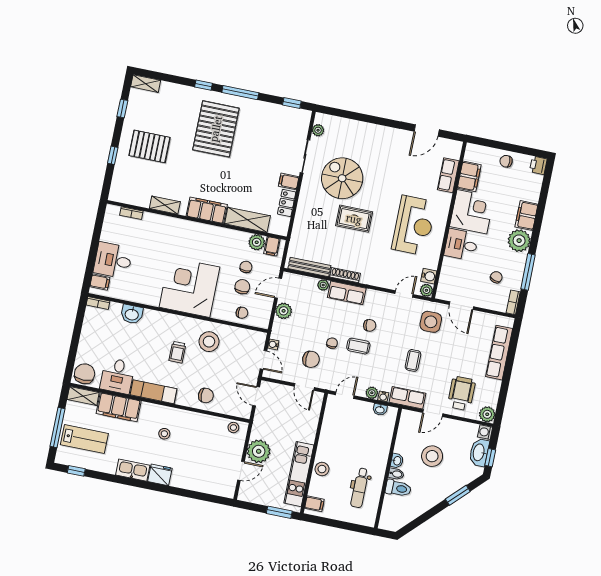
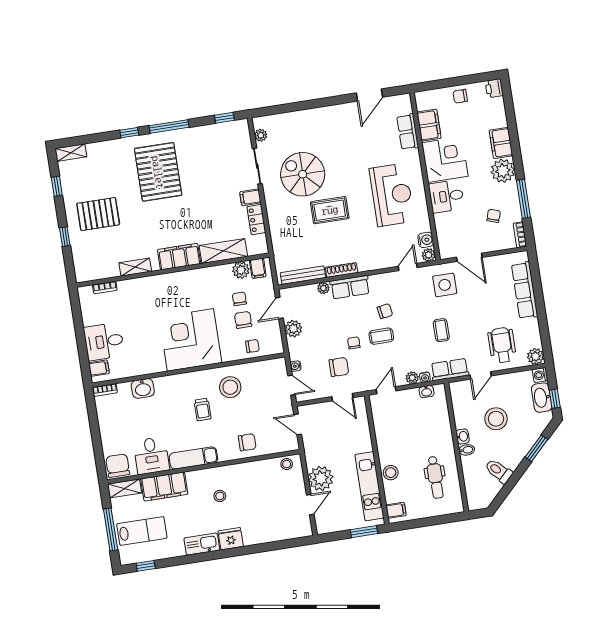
toilet: (398, 488) -> (499, 471), moved, turned -135

